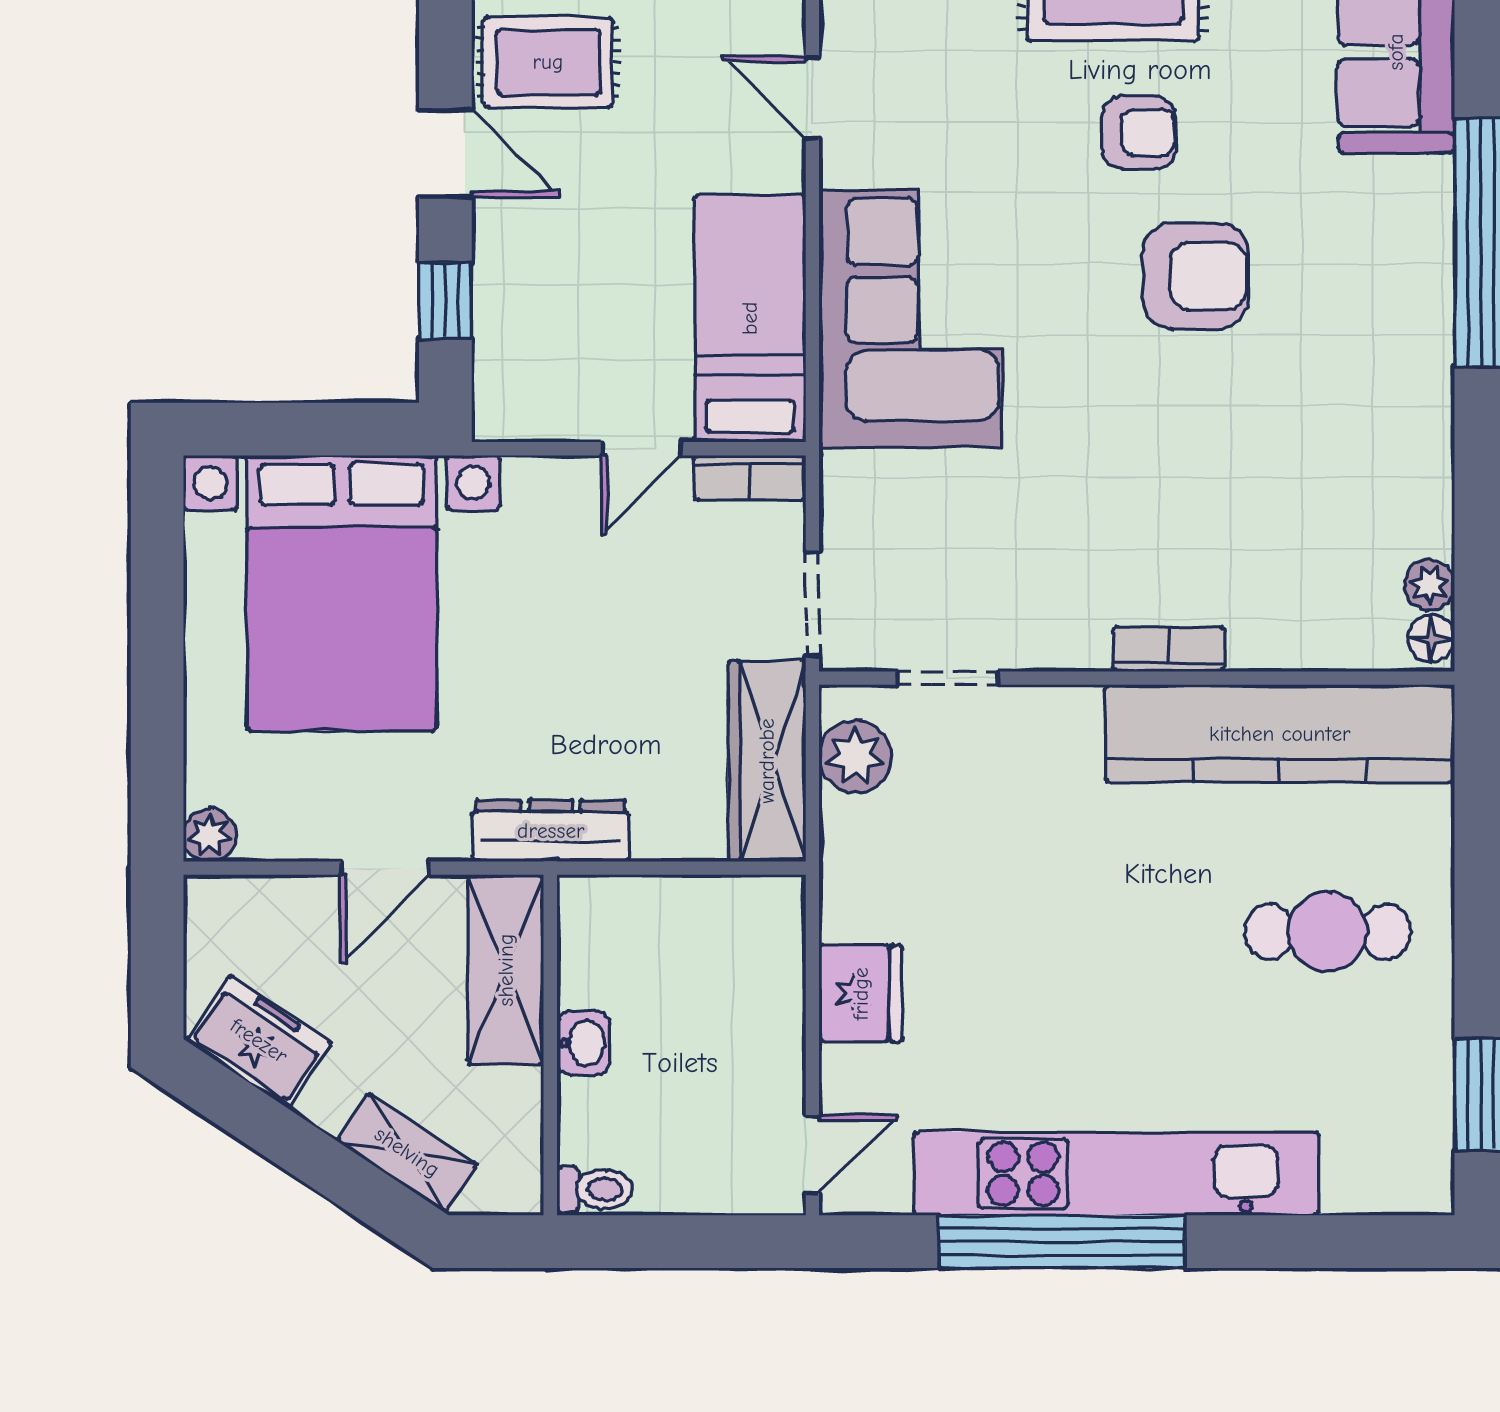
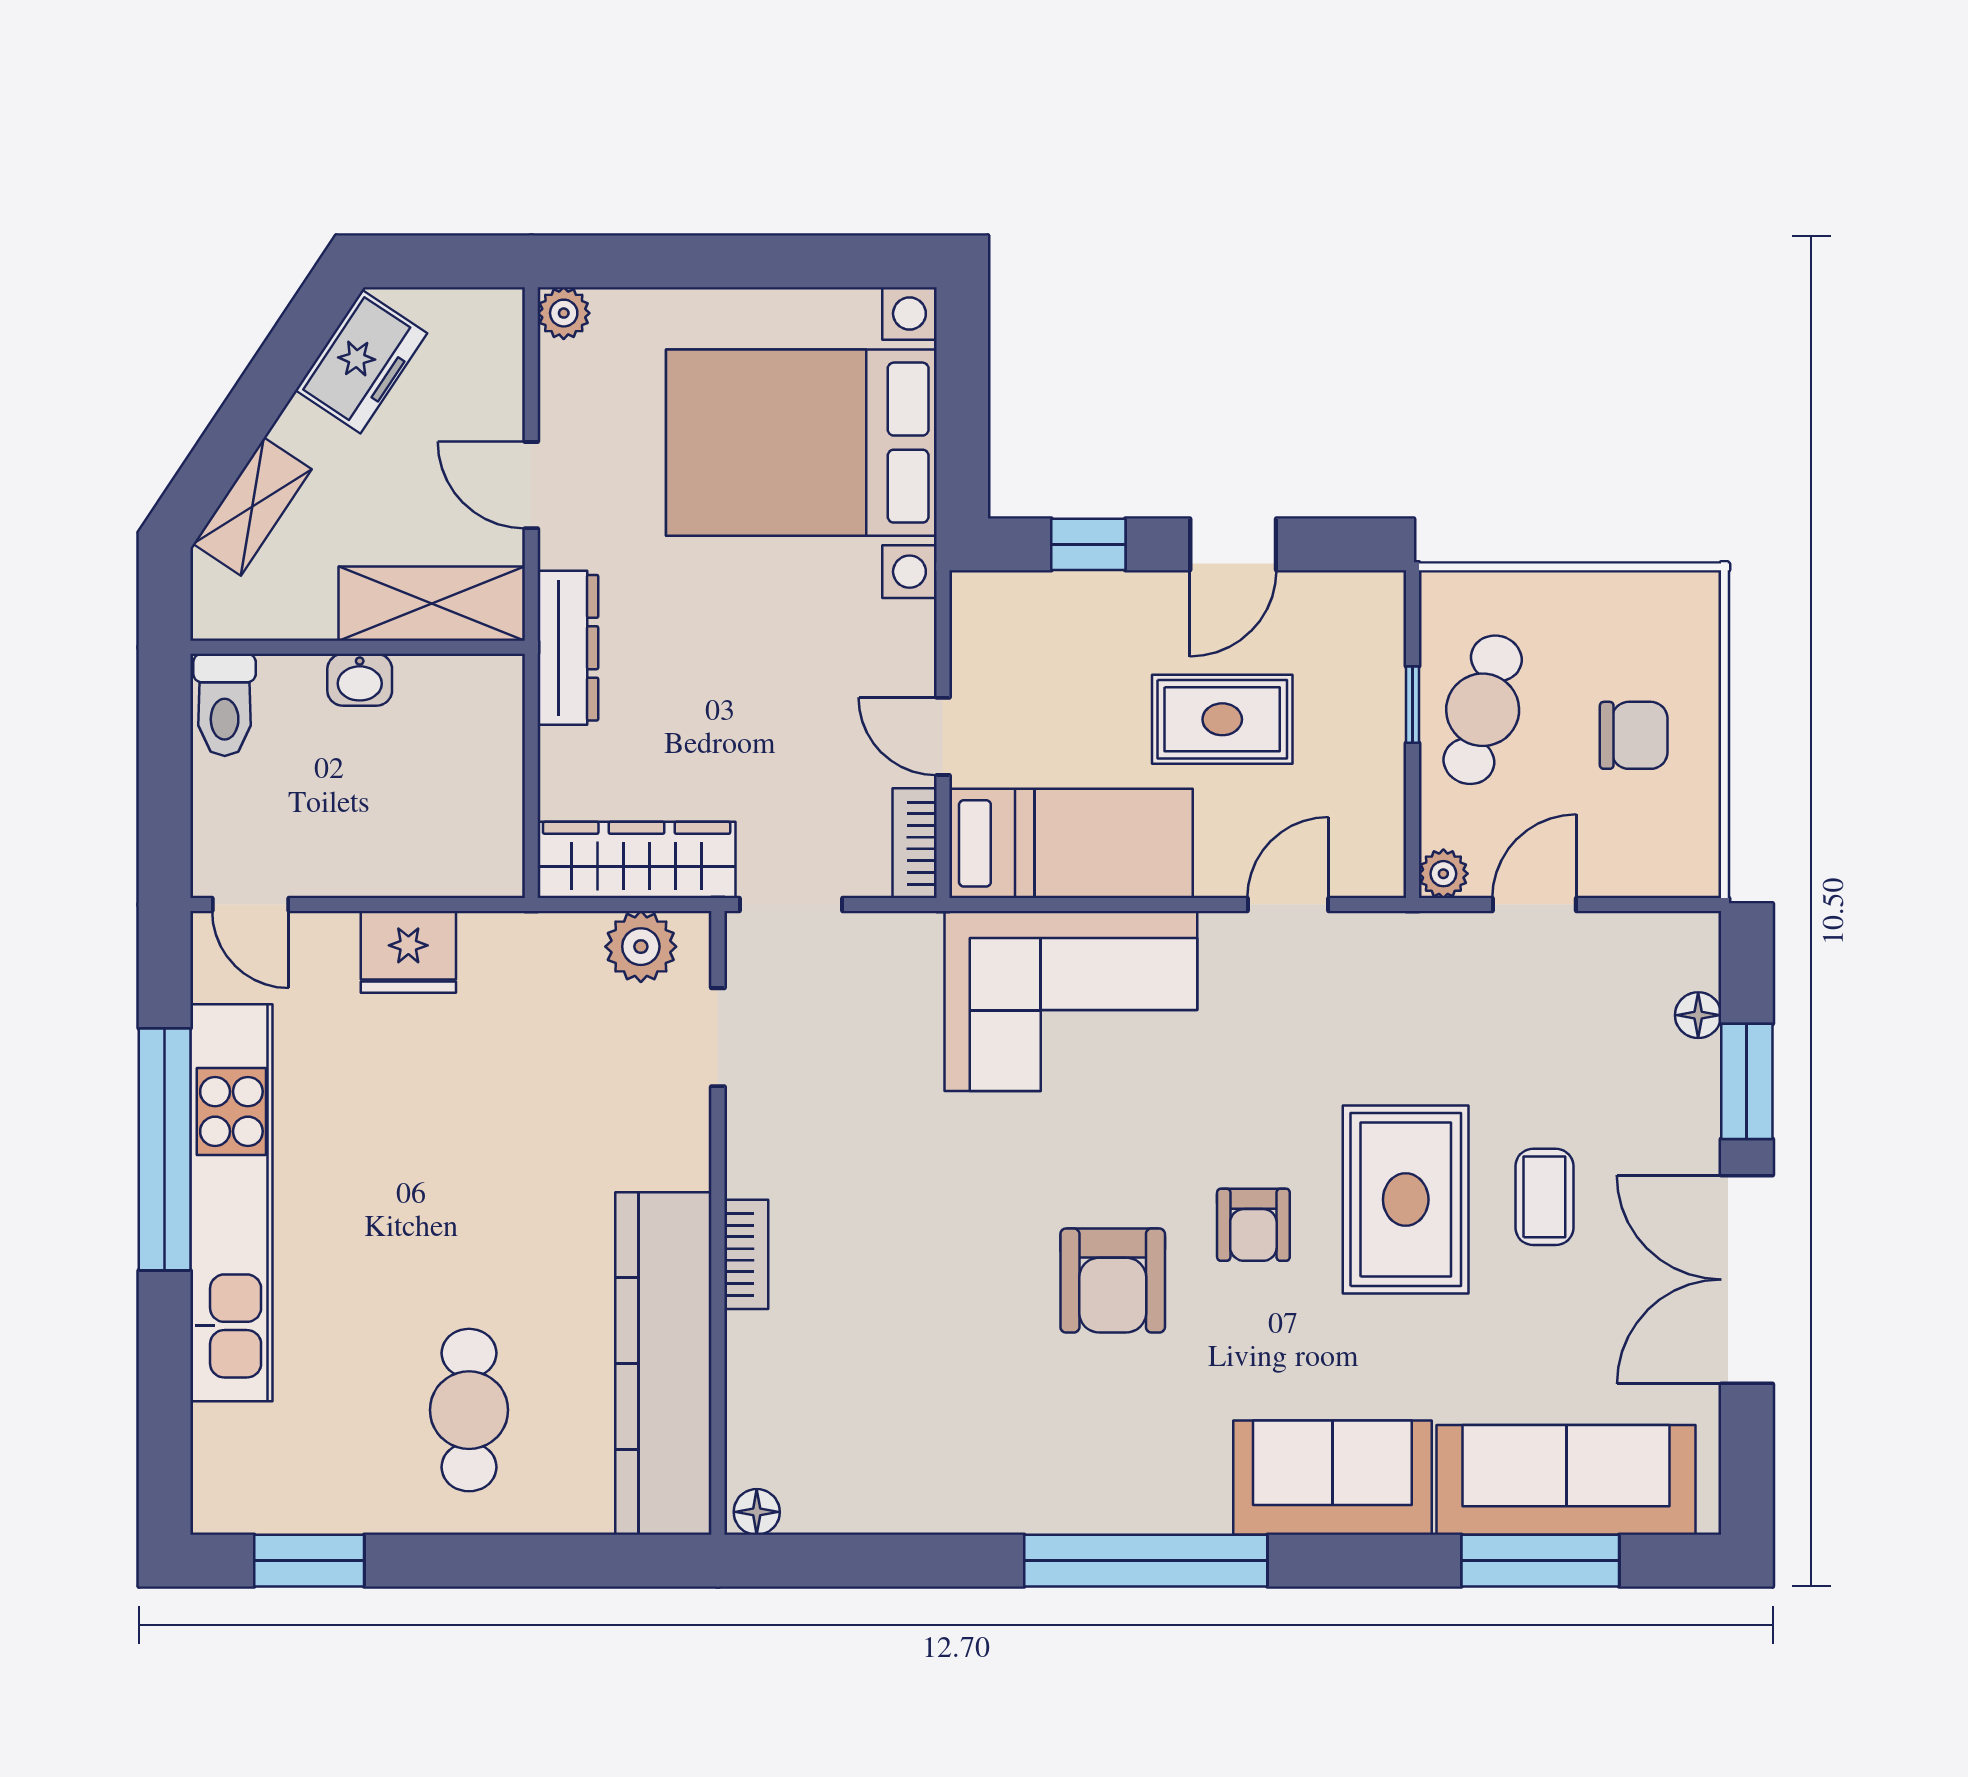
rug: (548, 62) -> (1222, 719), moved, turned 90
plant: (1429, 585) -> (810, 1510), removed
toilet: (594, 1189) -> (225, 705), width x1.37, depth x1.39

